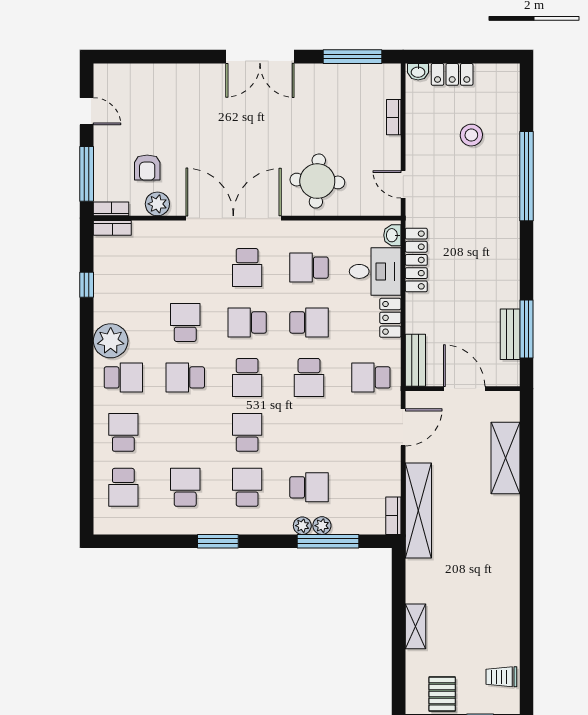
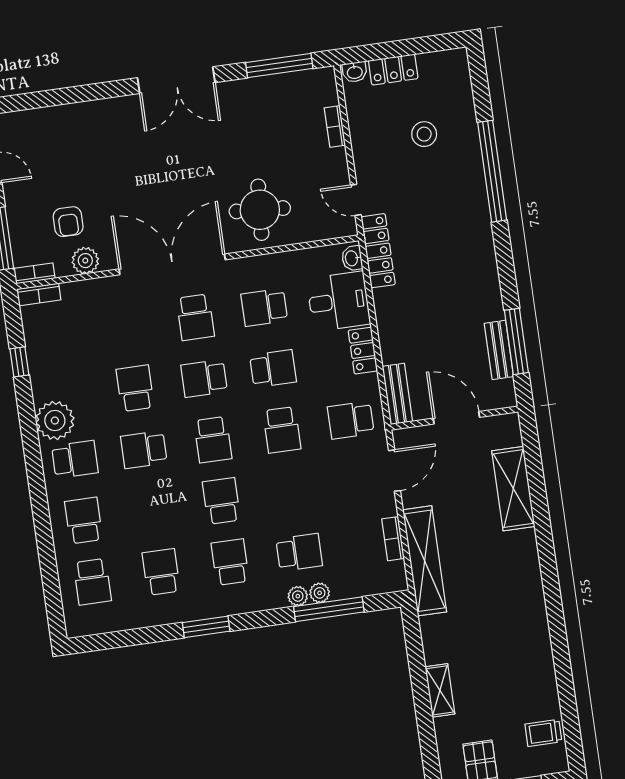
locker: (416, 260) -> (378, 251), moved
bookcase: (393, 516) -> (393, 539), moved

